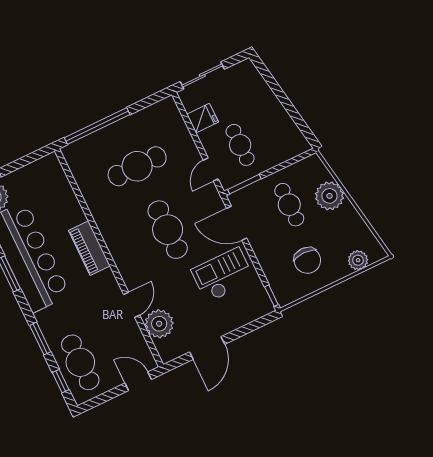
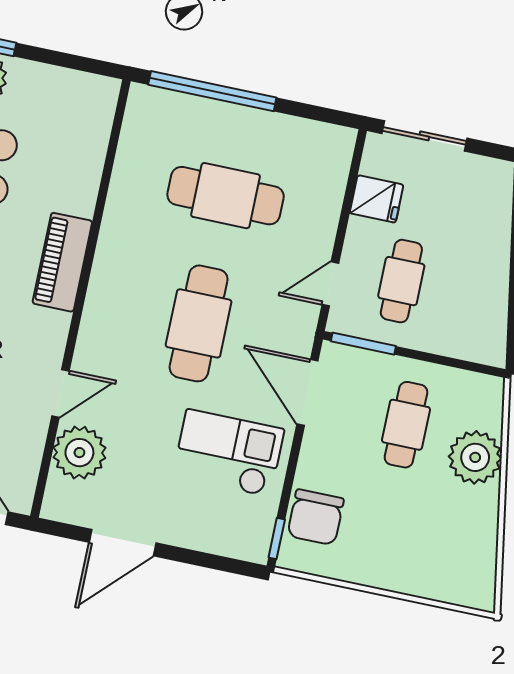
chair: (307, 260) -> (316, 517), moved
plant: (358, 260) -> (444, 584), removed

